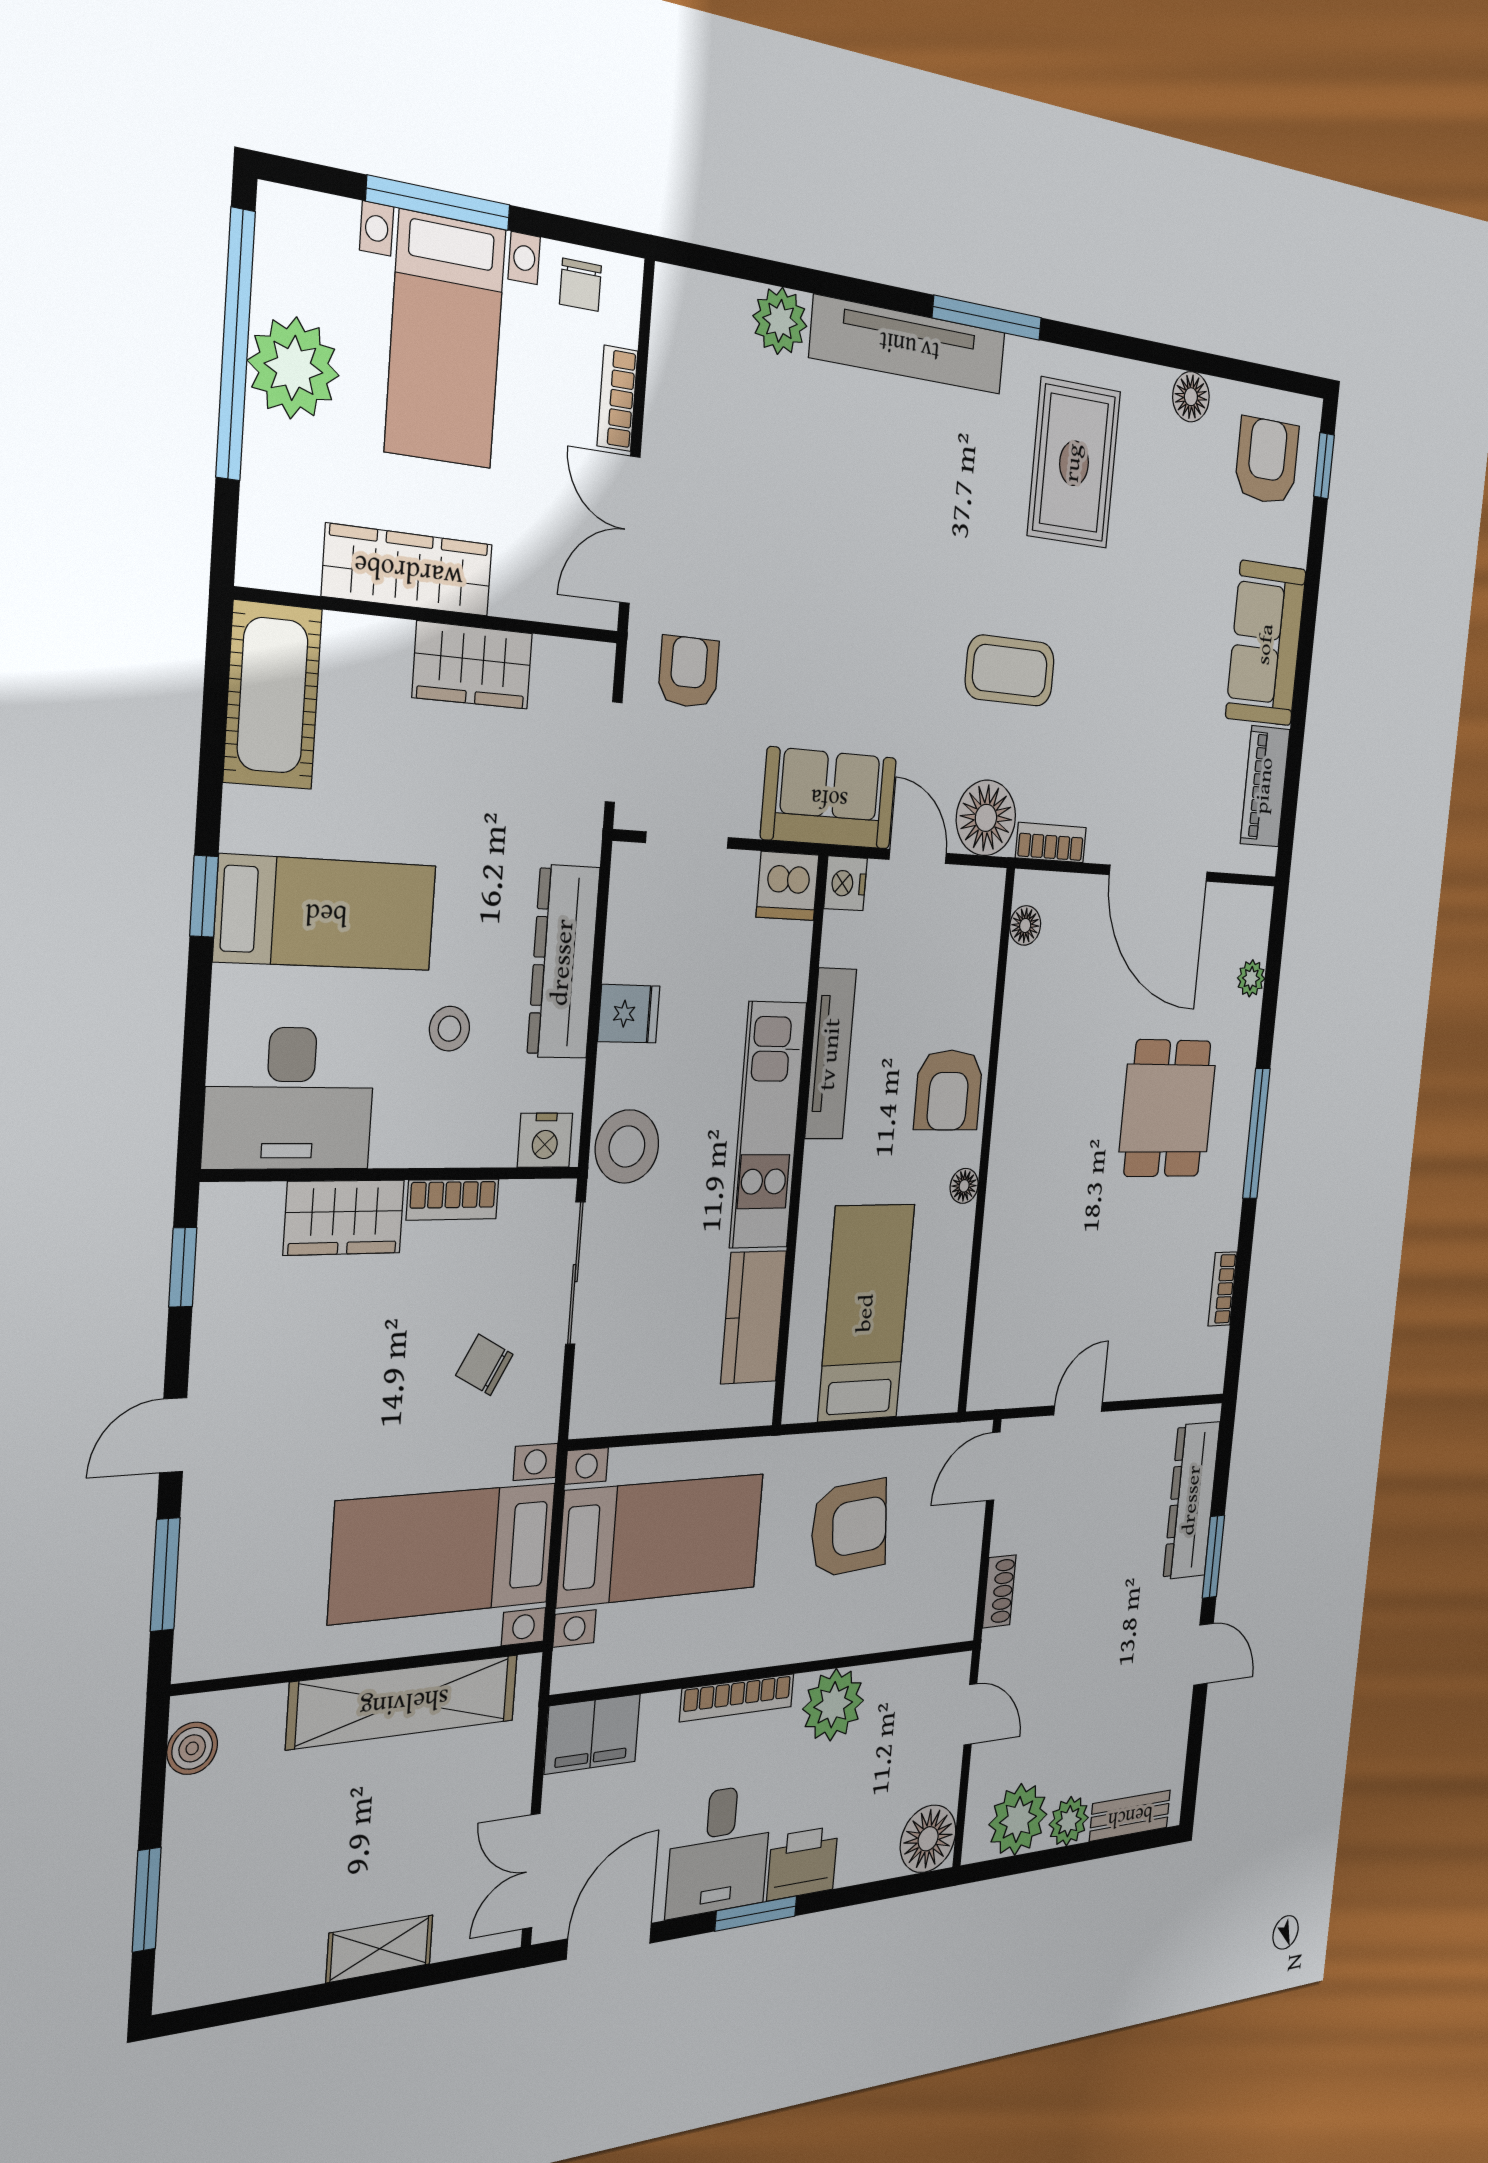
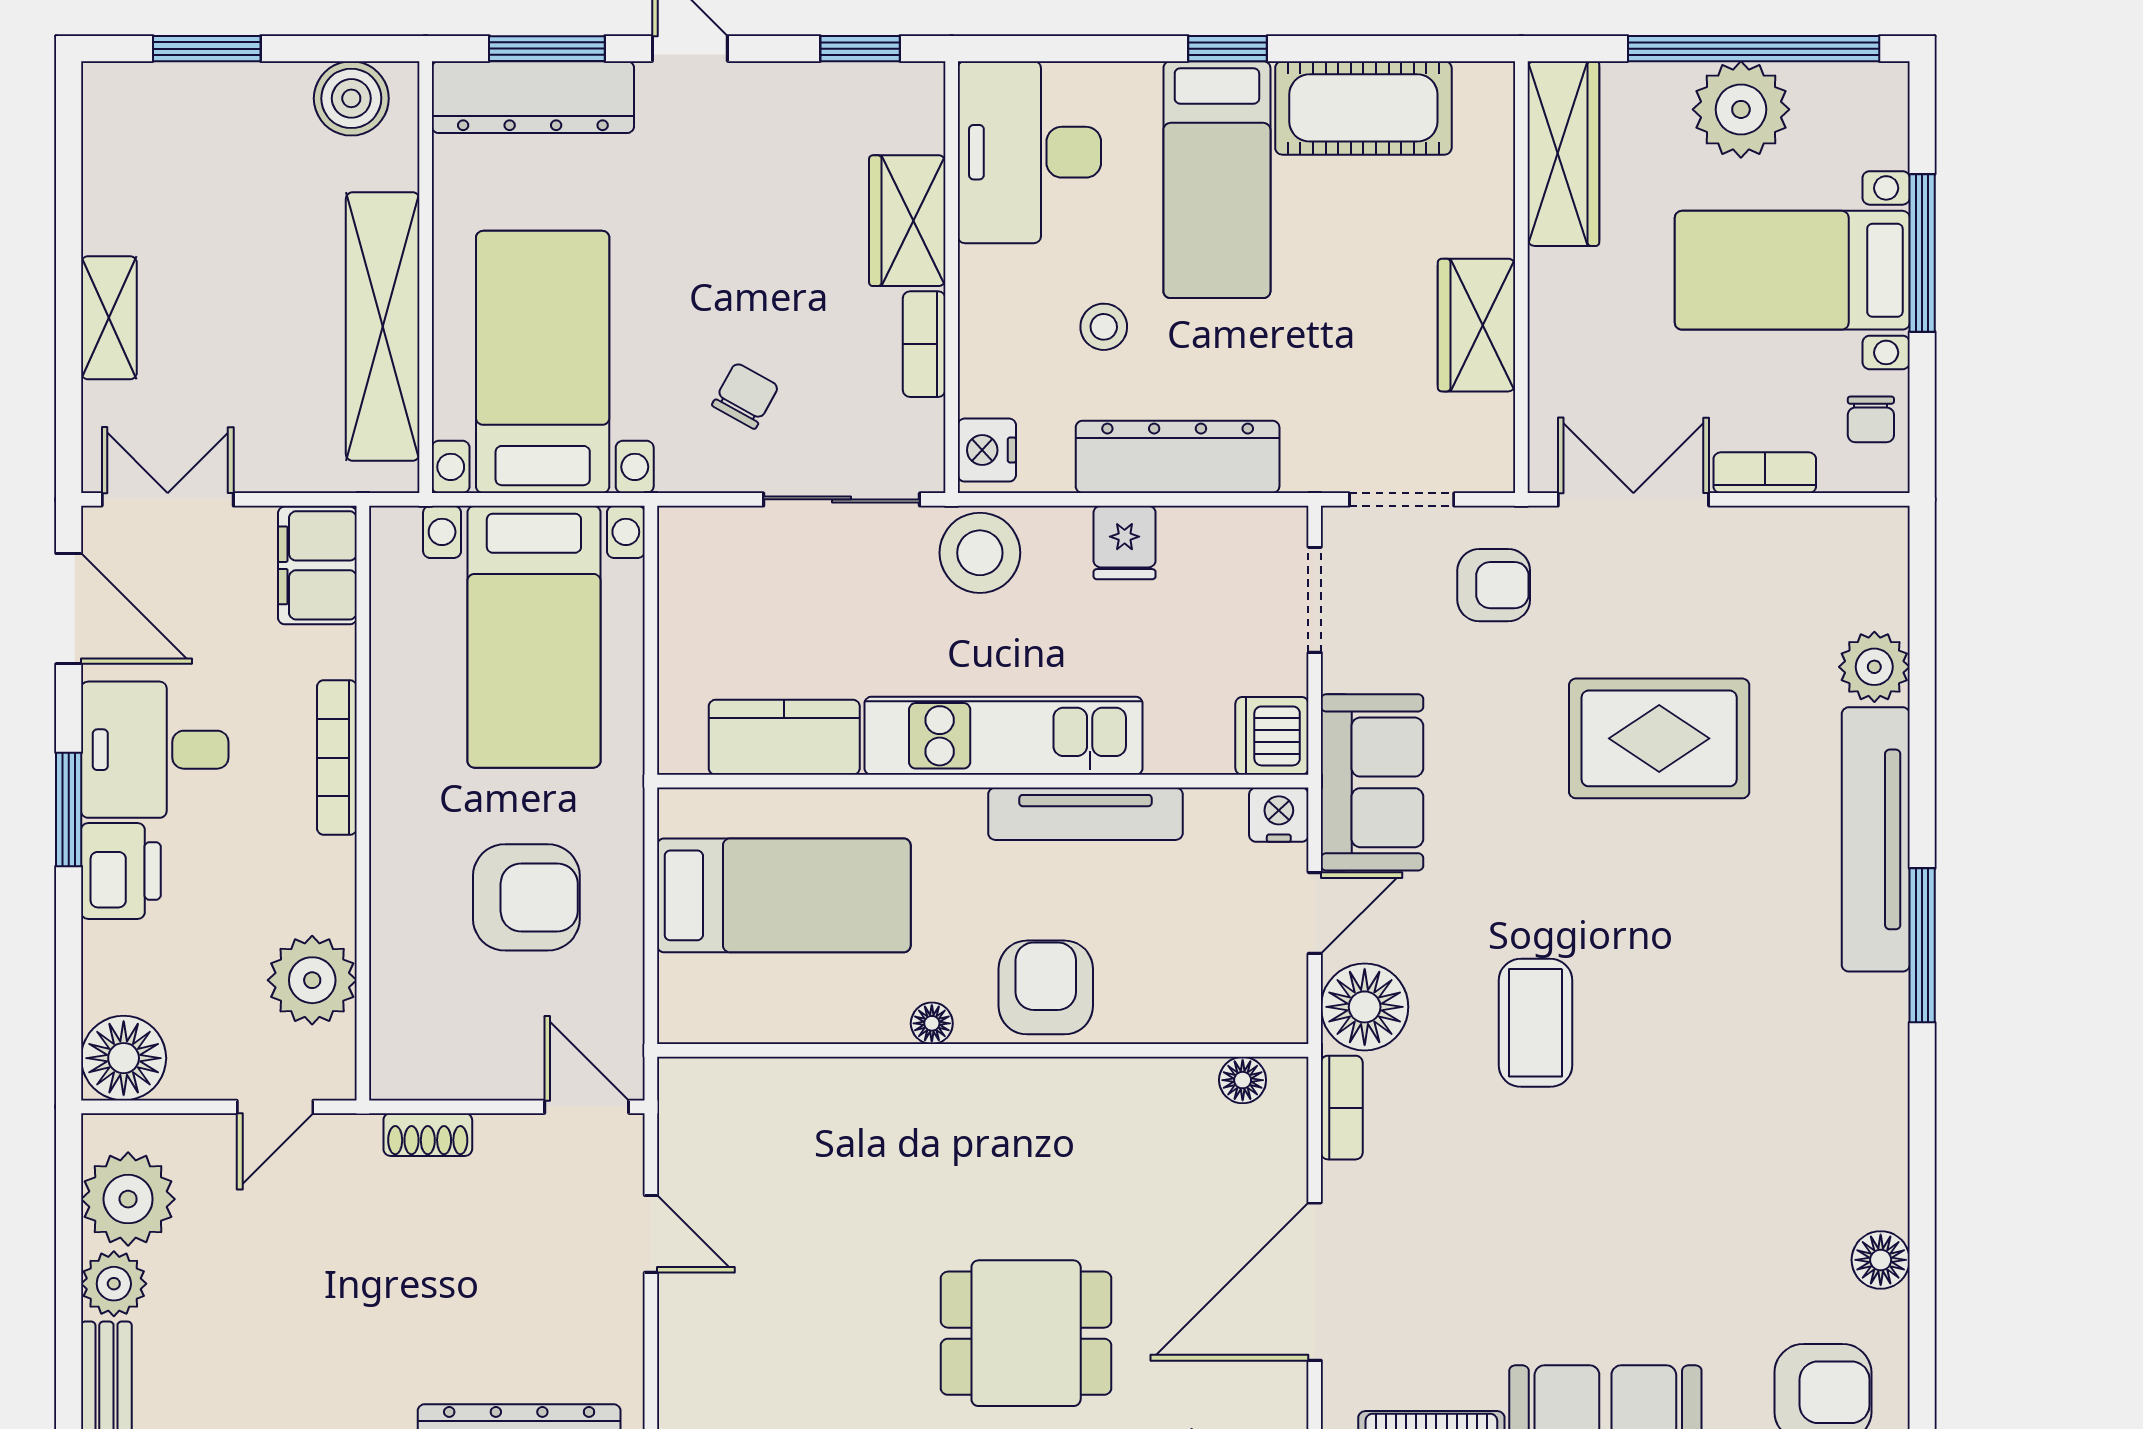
chair: (580, 285) -> (1871, 419), turned -90
rug: (1074, 463) -> (1659, 738), moved
wardrobe: (408, 570) -> (1563, 154), moved
cot: (273, 695) -> (1363, 108), moved
armchair: (949, 1090) -> (1046, 987), turned 90
armchair: (849, 1528) -> (526, 897), turned -85
dresser: (210, 1584) -> (533, 97), added
plant: (833, 1705) -> (312, 980), moved
boiler: (192, 1748) -> (351, 98), width x1.36, depth x1.36

